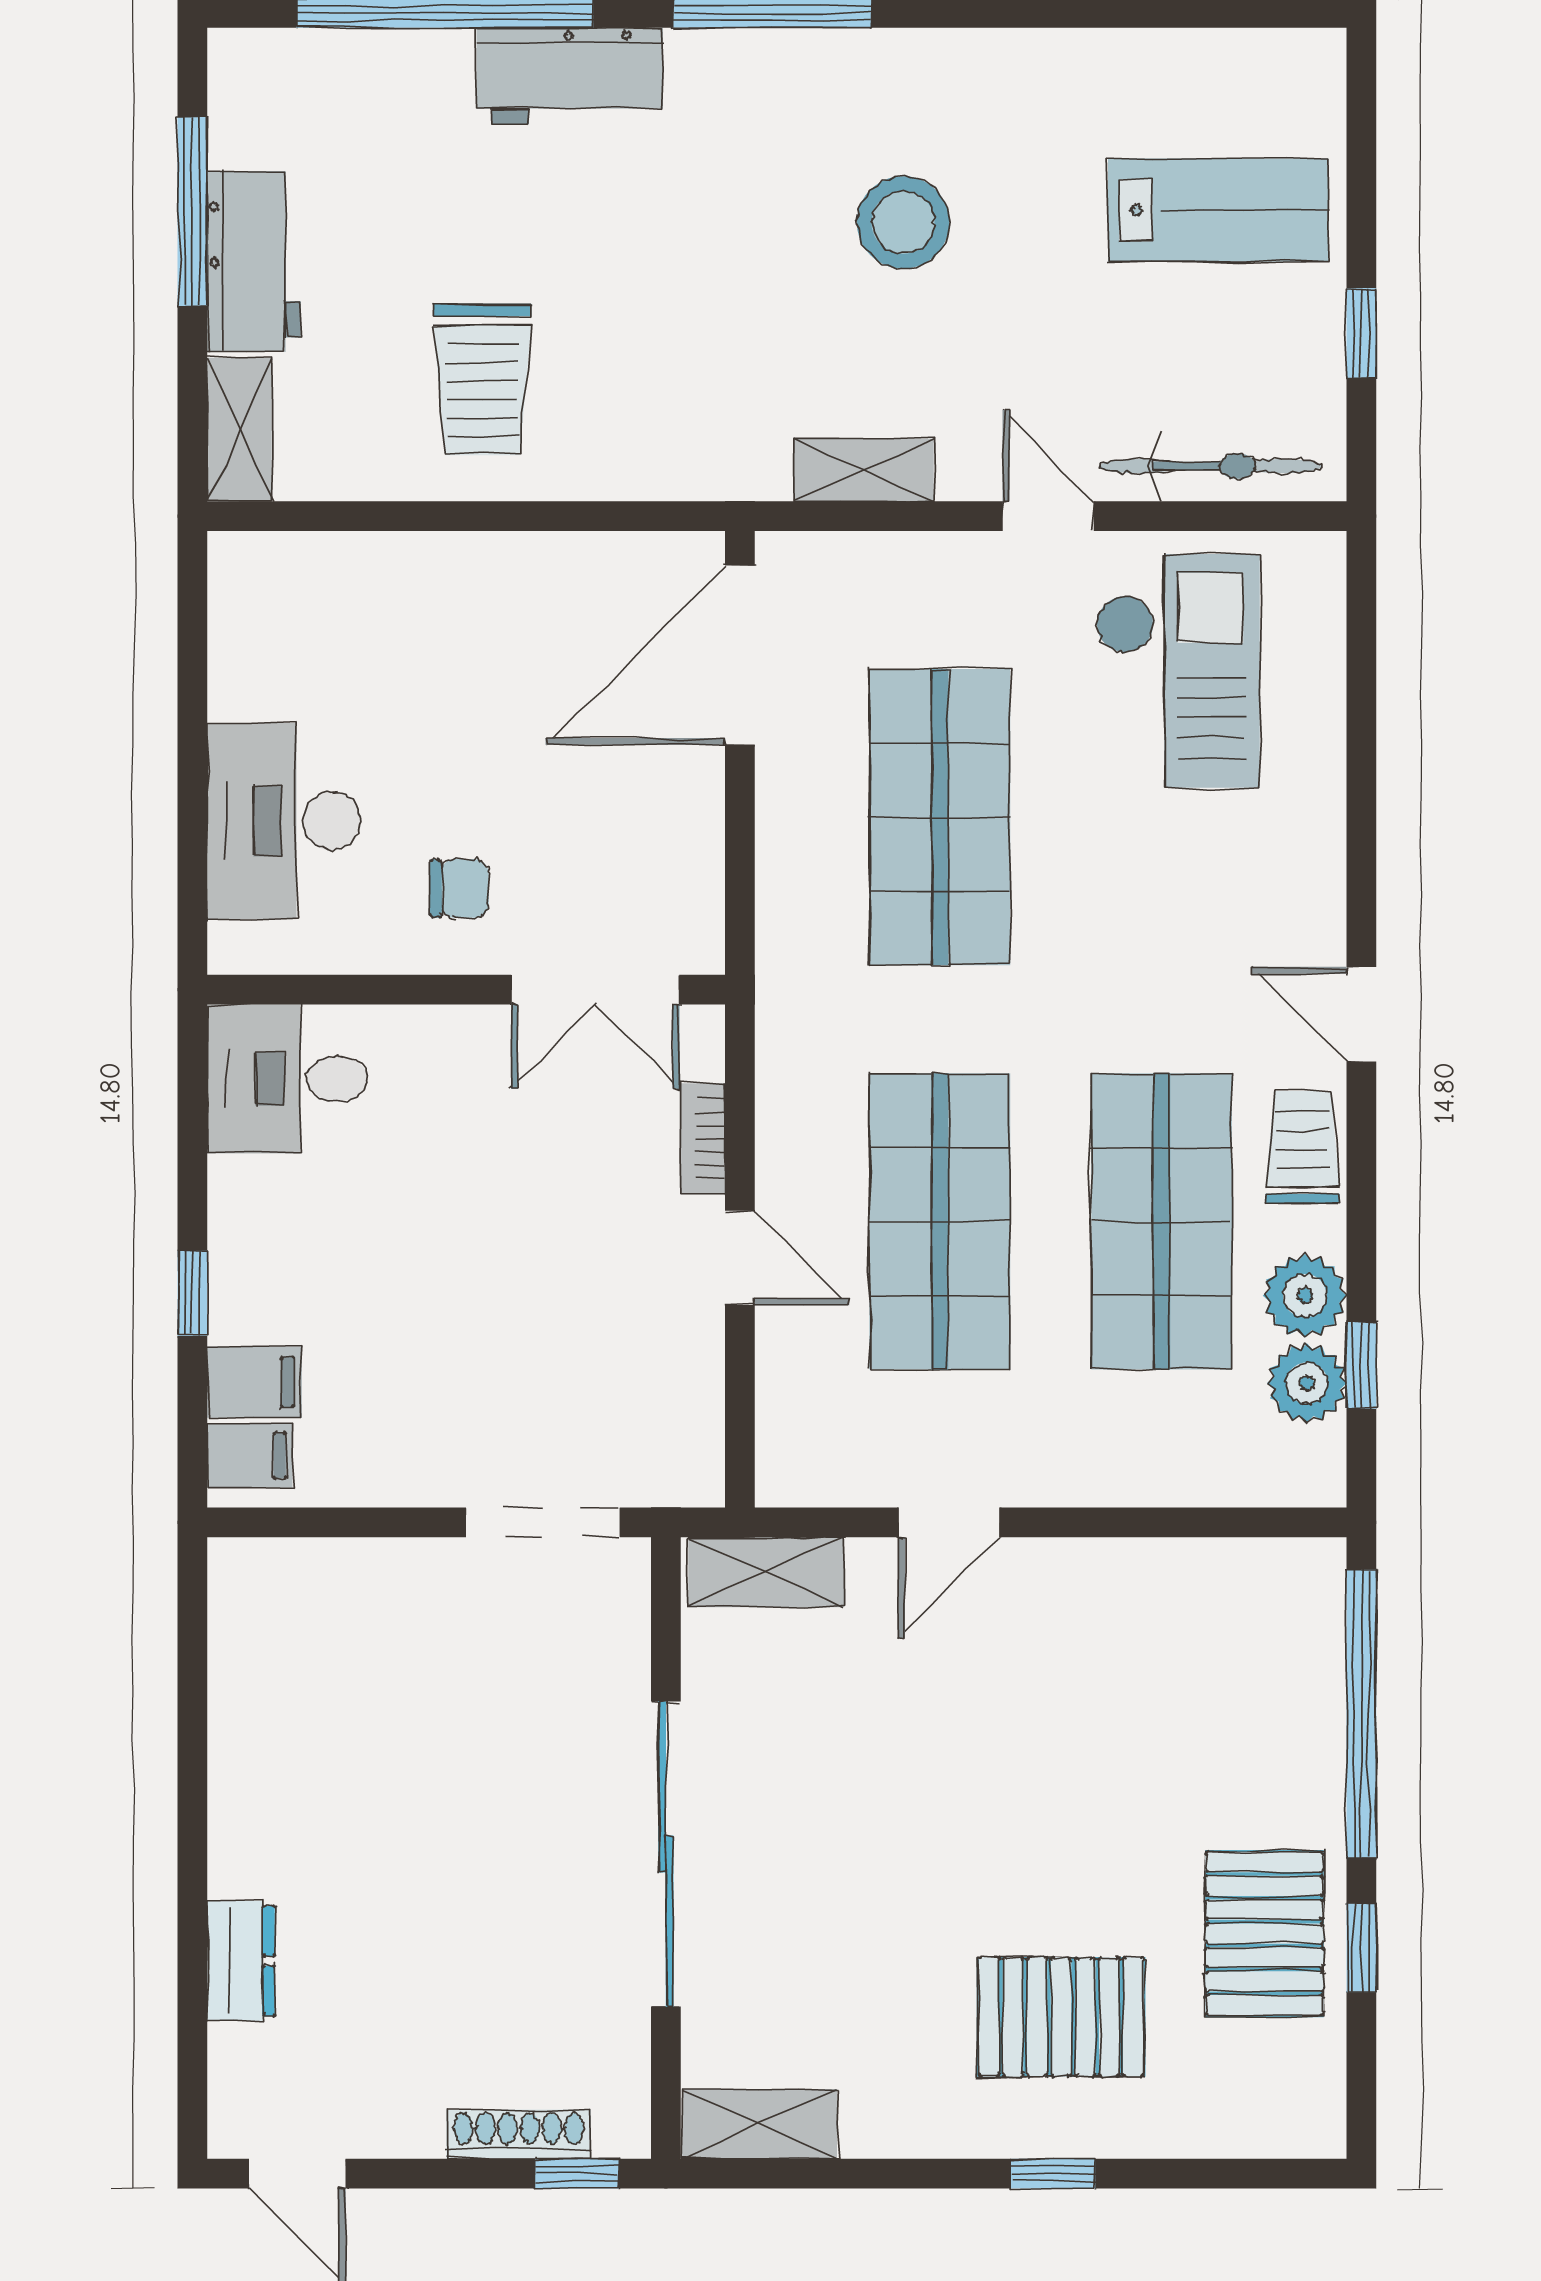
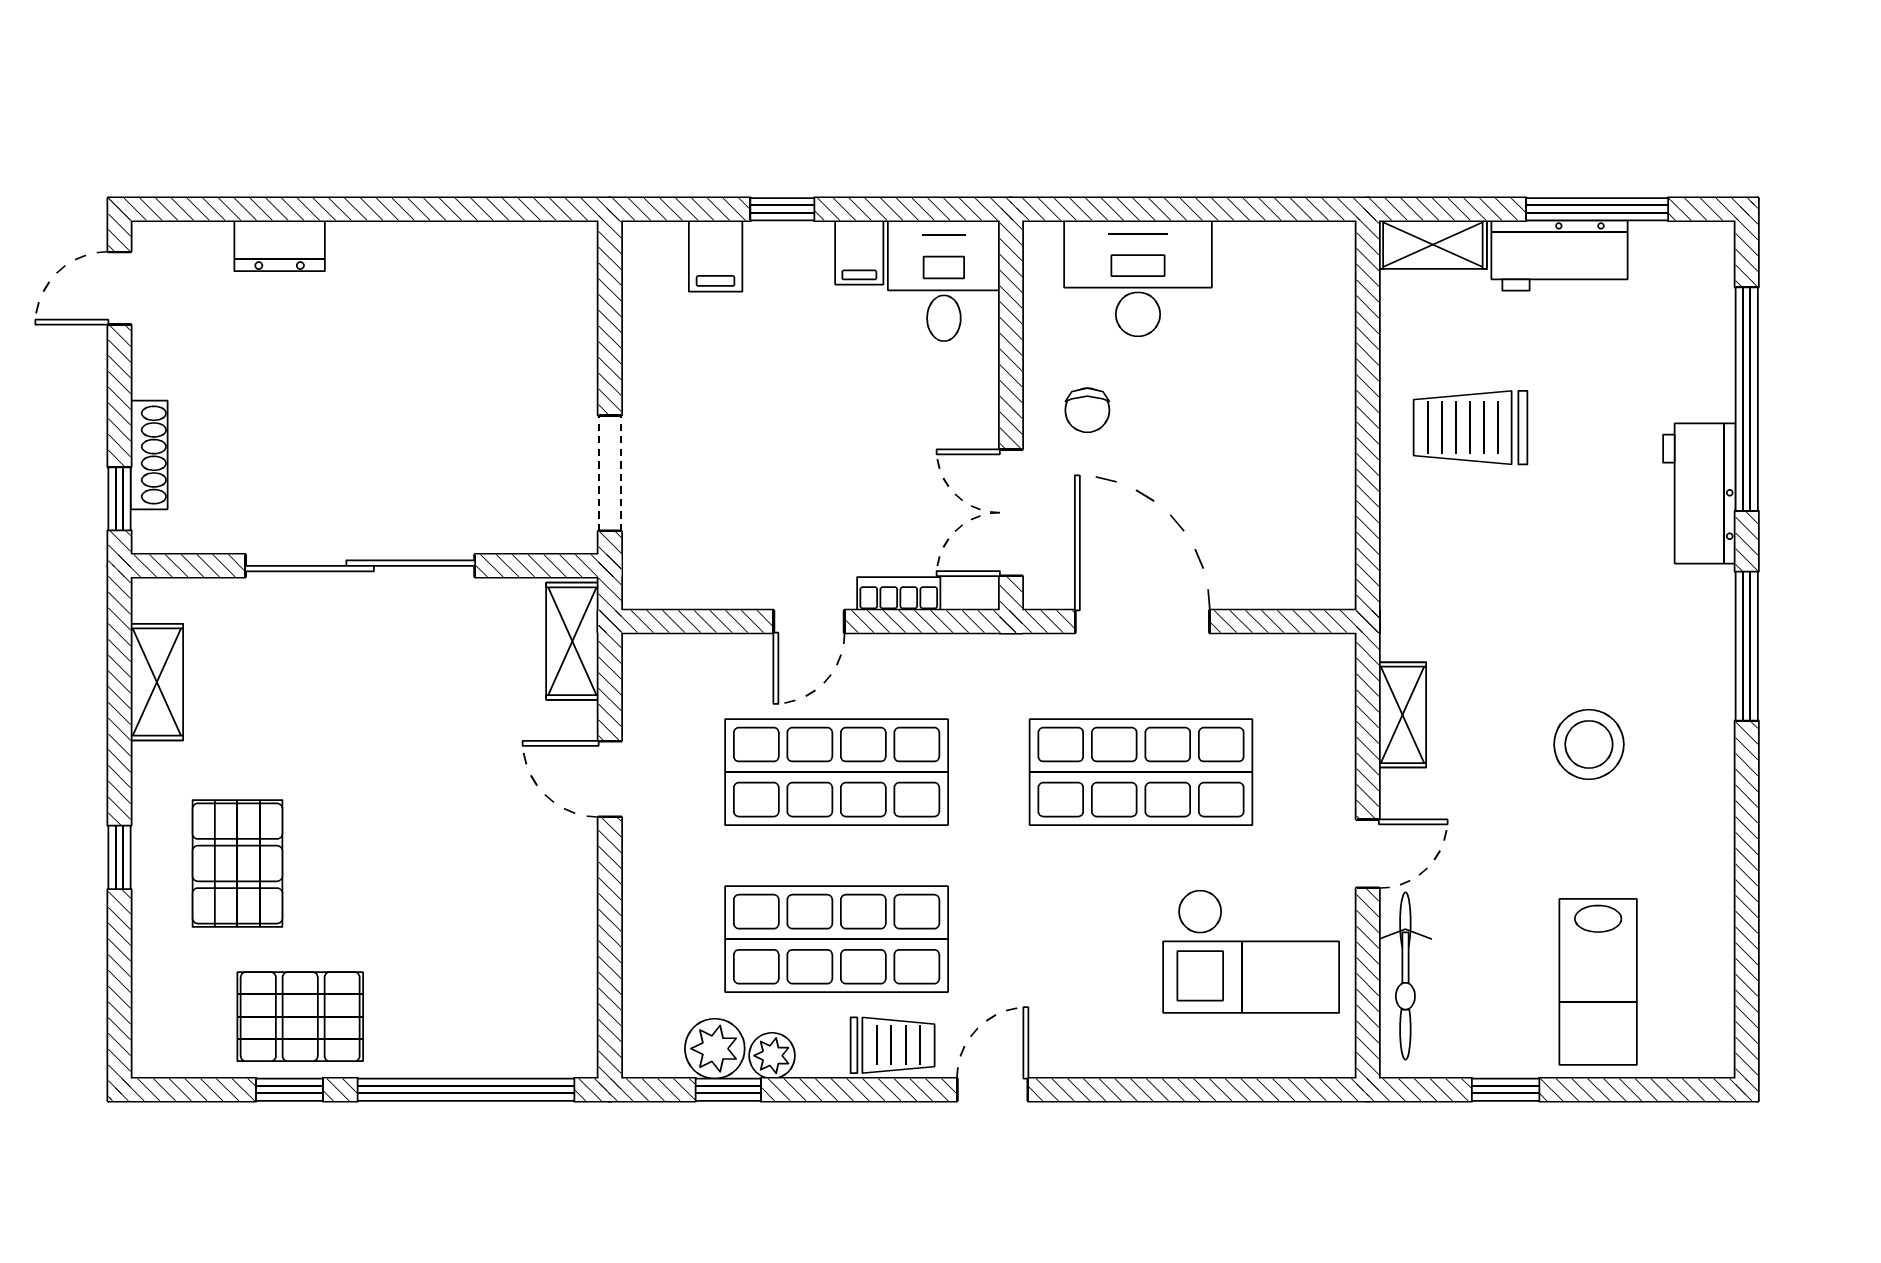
door: (740, 655) -> (1142, 622), moved
plant: (1305, 1296) -> (772, 1056), width x0.73, depth x0.73
filing cabinet: (250, 1456) -> (859, 252), moved
shelving: (760, 2124) -> (157, 682), moved

